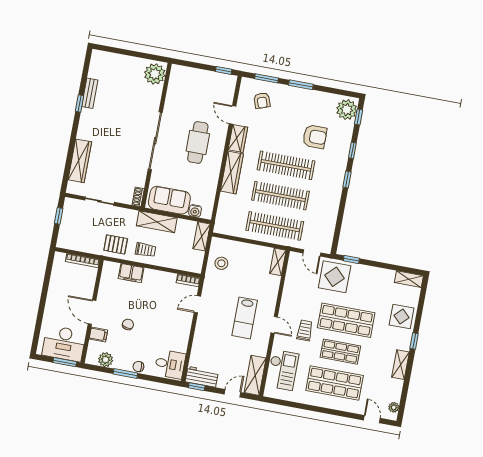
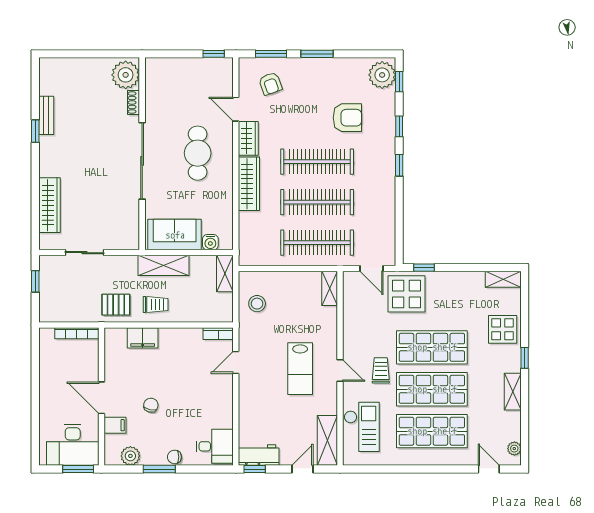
shoe rack: (138, 197) -> (134, 102), moved
shop shelf: (340, 352) -> (432, 389), width x1.43, depth x1.36

